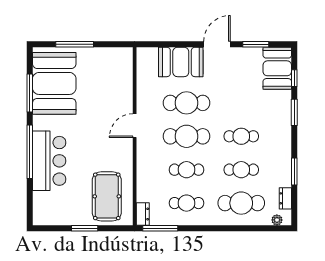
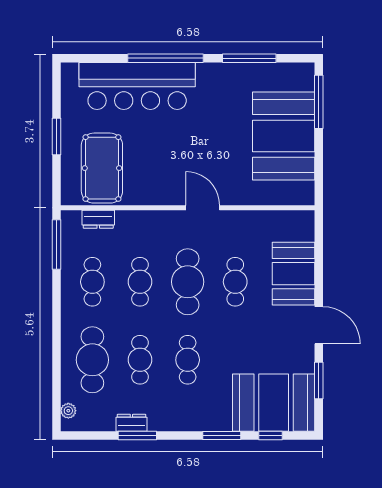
window: (75, 44) -> (319, 102), moved
booth: (277, 68) -> (274, 403), width x1.36, depth x1.42
booth: (54, 83) -> (284, 136), moved, turned 90
cafe table: (187, 103) -> (235, 282), width x0.73, depth x0.74
bar counter: (49, 161) -> (137, 86), width x1.36
pool table: (107, 196) -> (102, 168), turned 90
dresser: (285, 198) -> (131, 423), moved
dresser: (143, 214) -> (98, 219), moved

